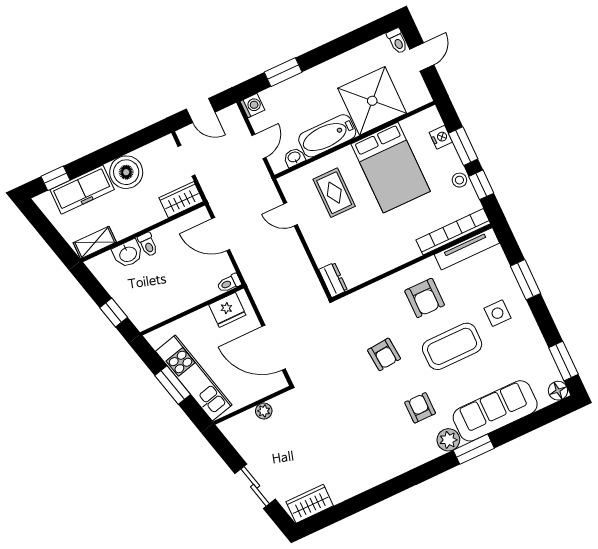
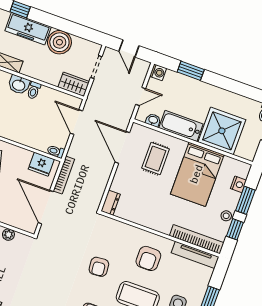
door: (291, 214) -> (122, 147), width x1.88
bookcase: (260, 298) -> (64, 175), added

